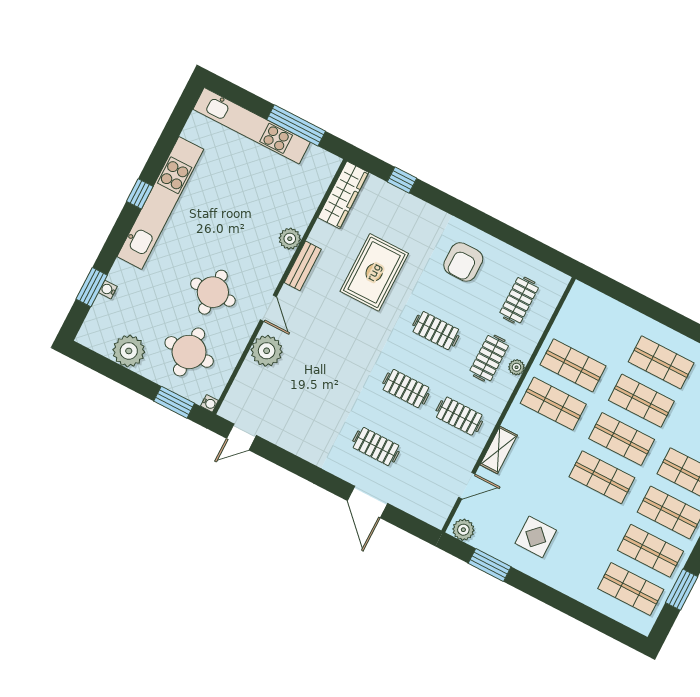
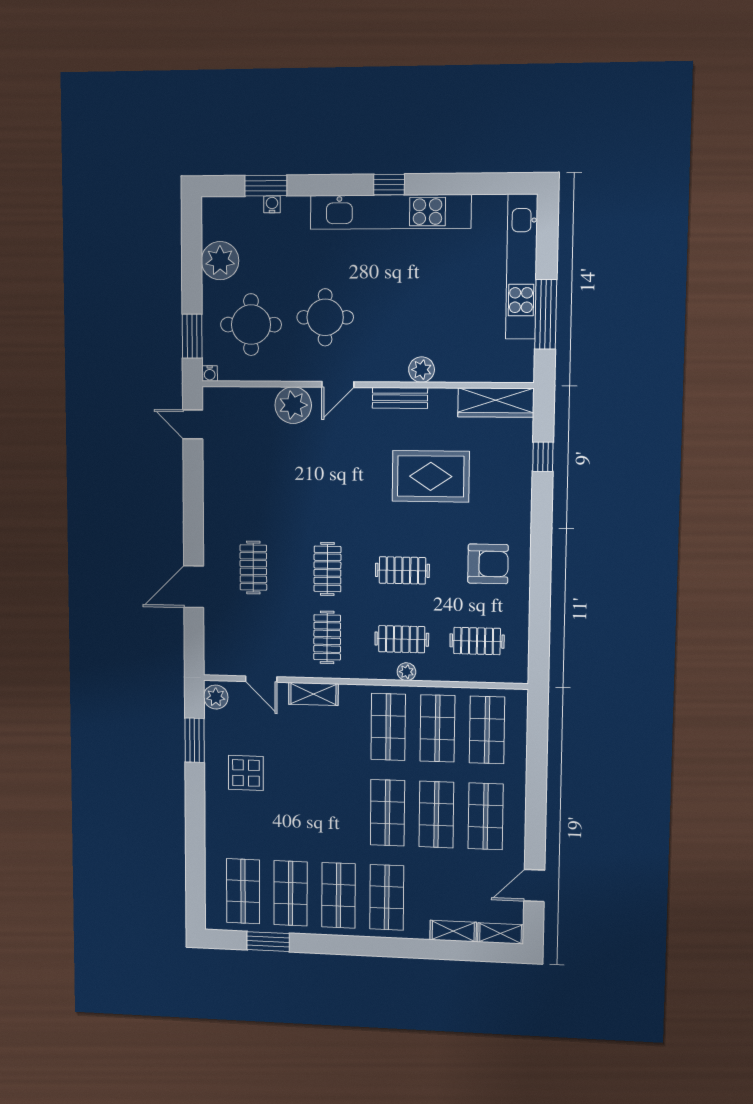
armchair: (463, 262) -> (488, 564), turned 180
clothes rail: (436, 331) -> (402, 570), turned 90
shop shelf: (602, 477) -> (487, 730), moved

